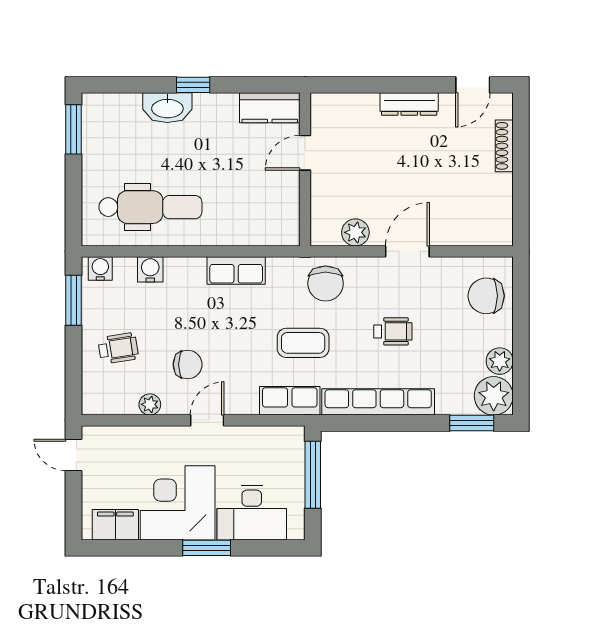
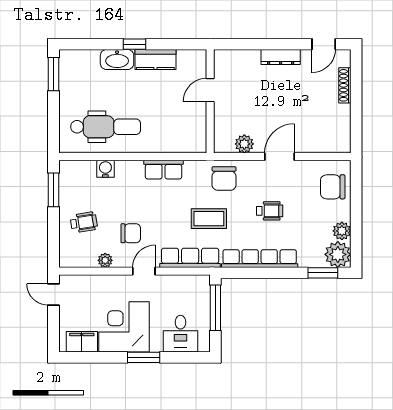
kitchen counter: (270, 108) -> (155, 60), moved
water cooler: (100, 268) -> (72, 168), removed
row of seats: (290, 401) -> (190, 258), width x1.48
desk: (252, 513) -> (180, 334), width x0.73

